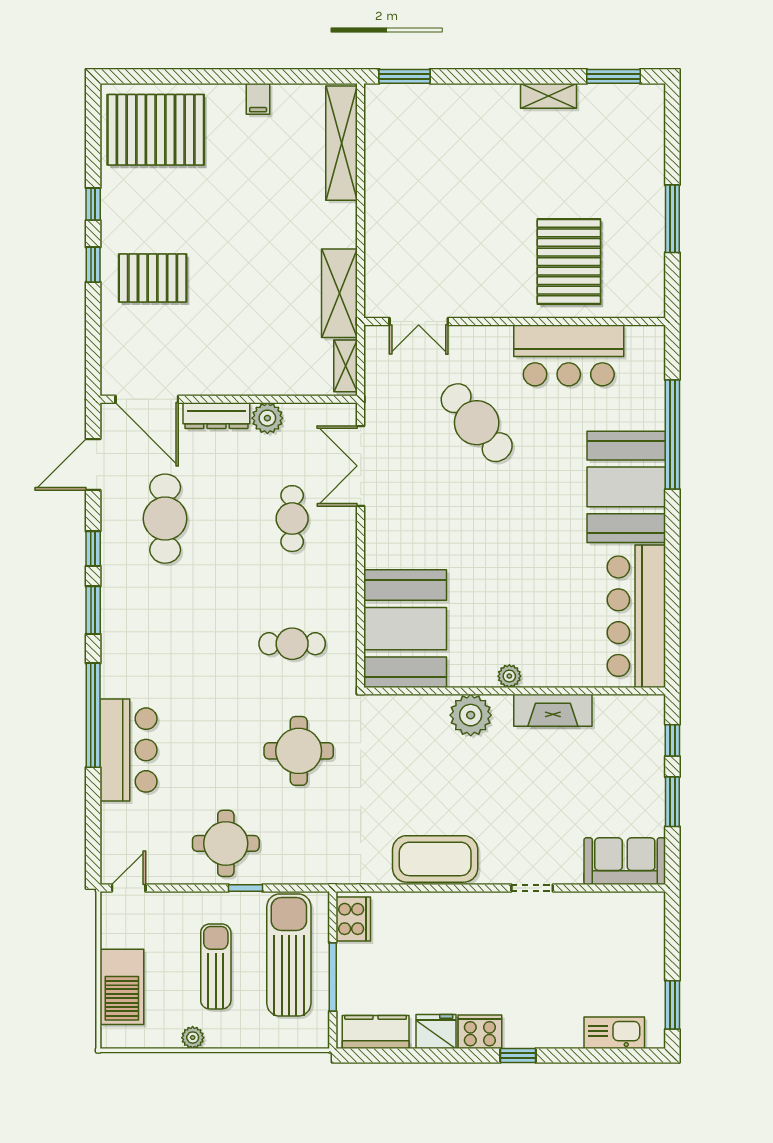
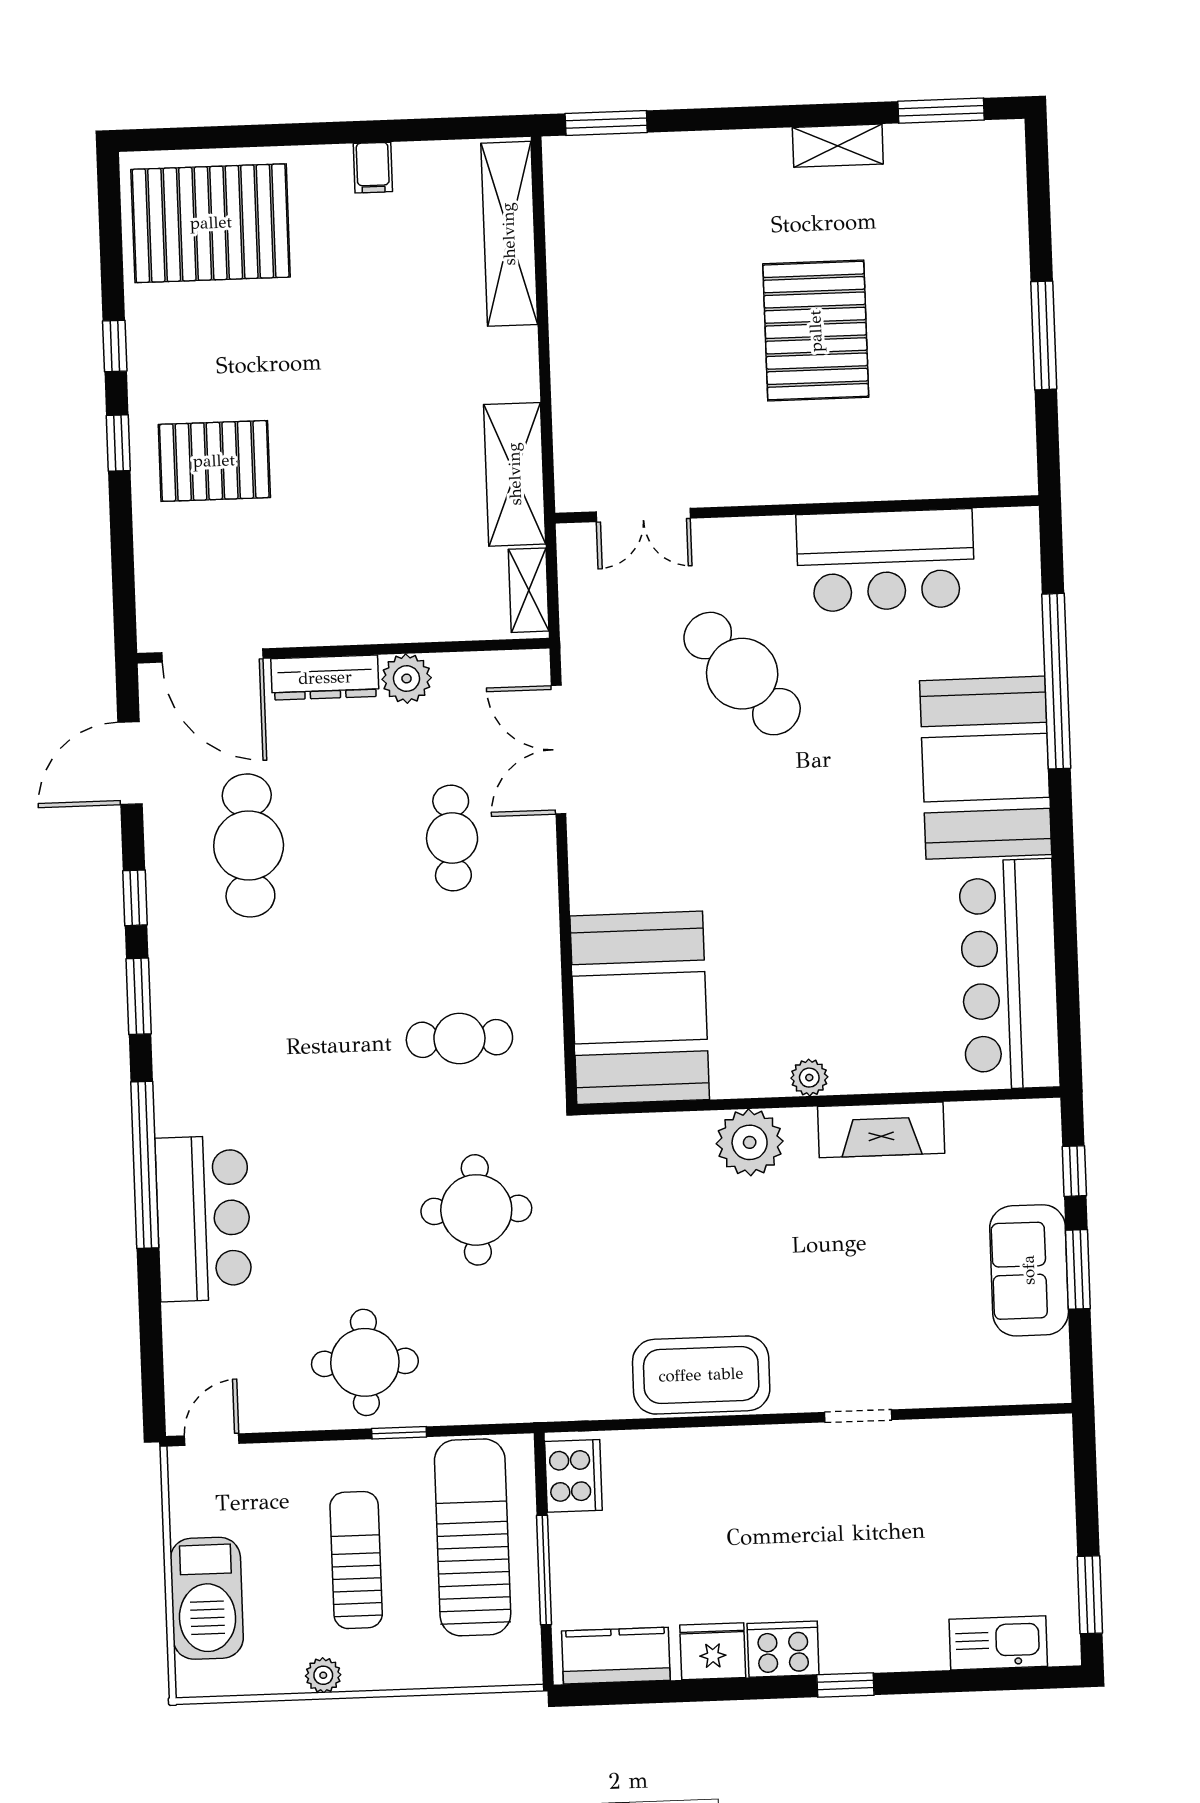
pallet: (569, 262) -> (816, 331), moved
sofa: (625, 861) -> (1029, 1270), moved, turned -90

